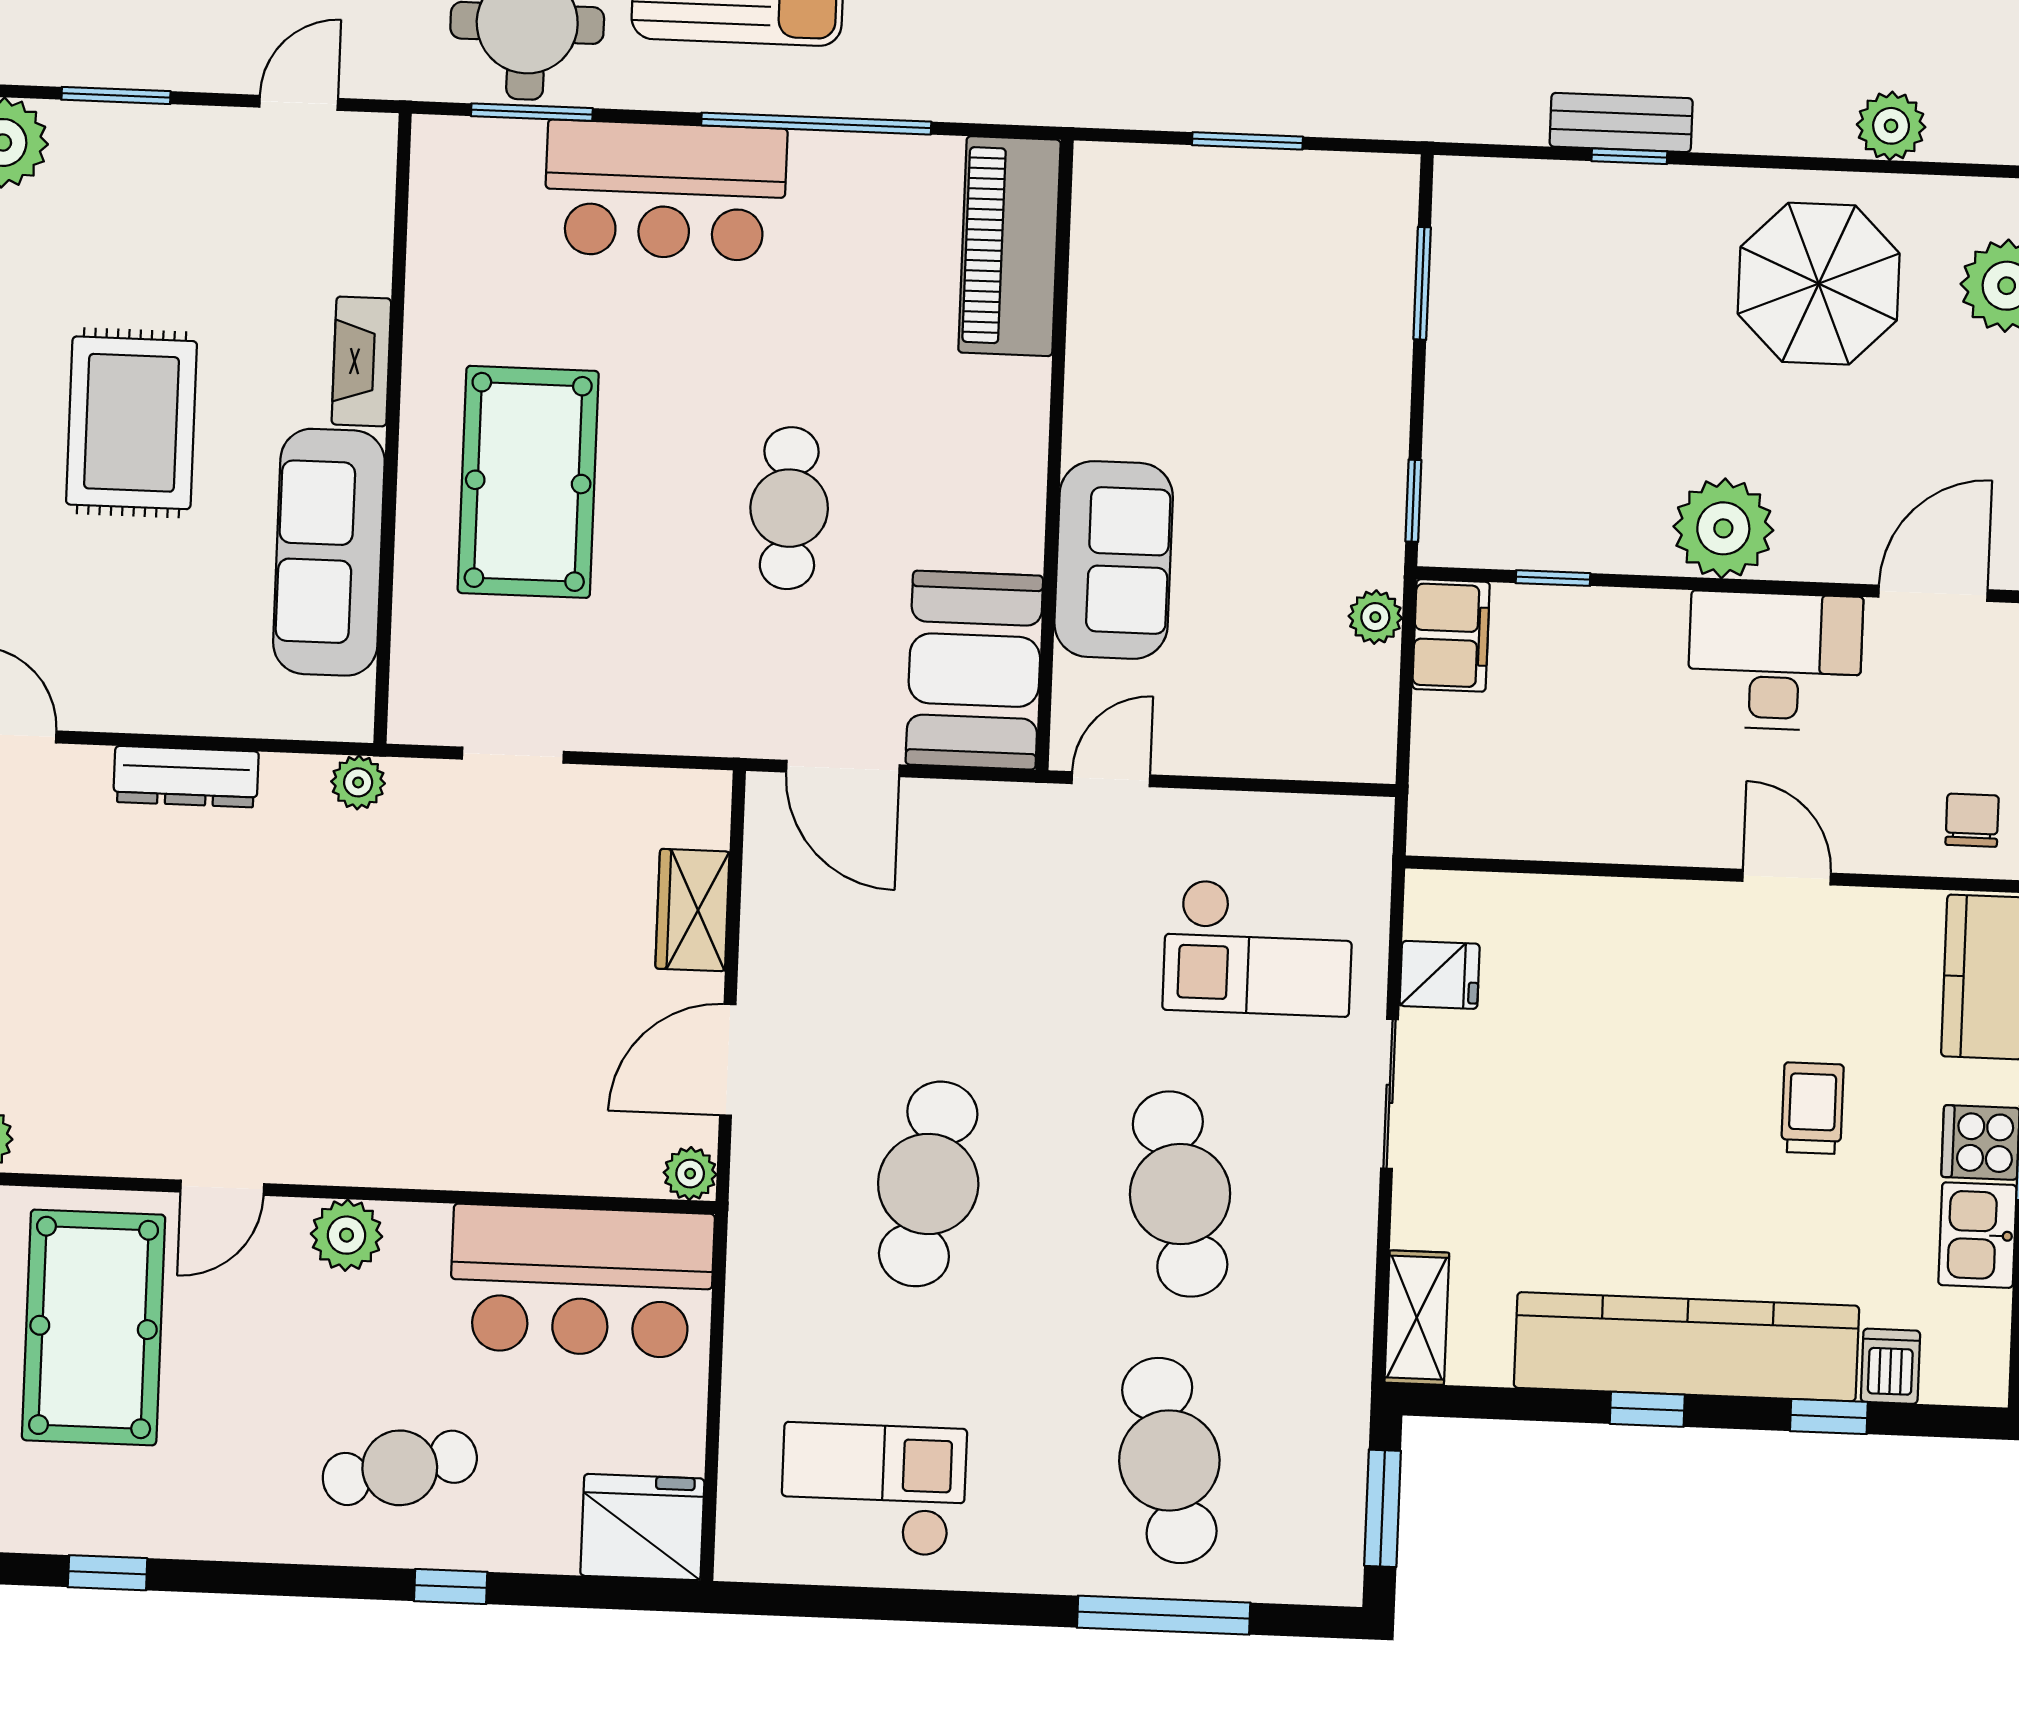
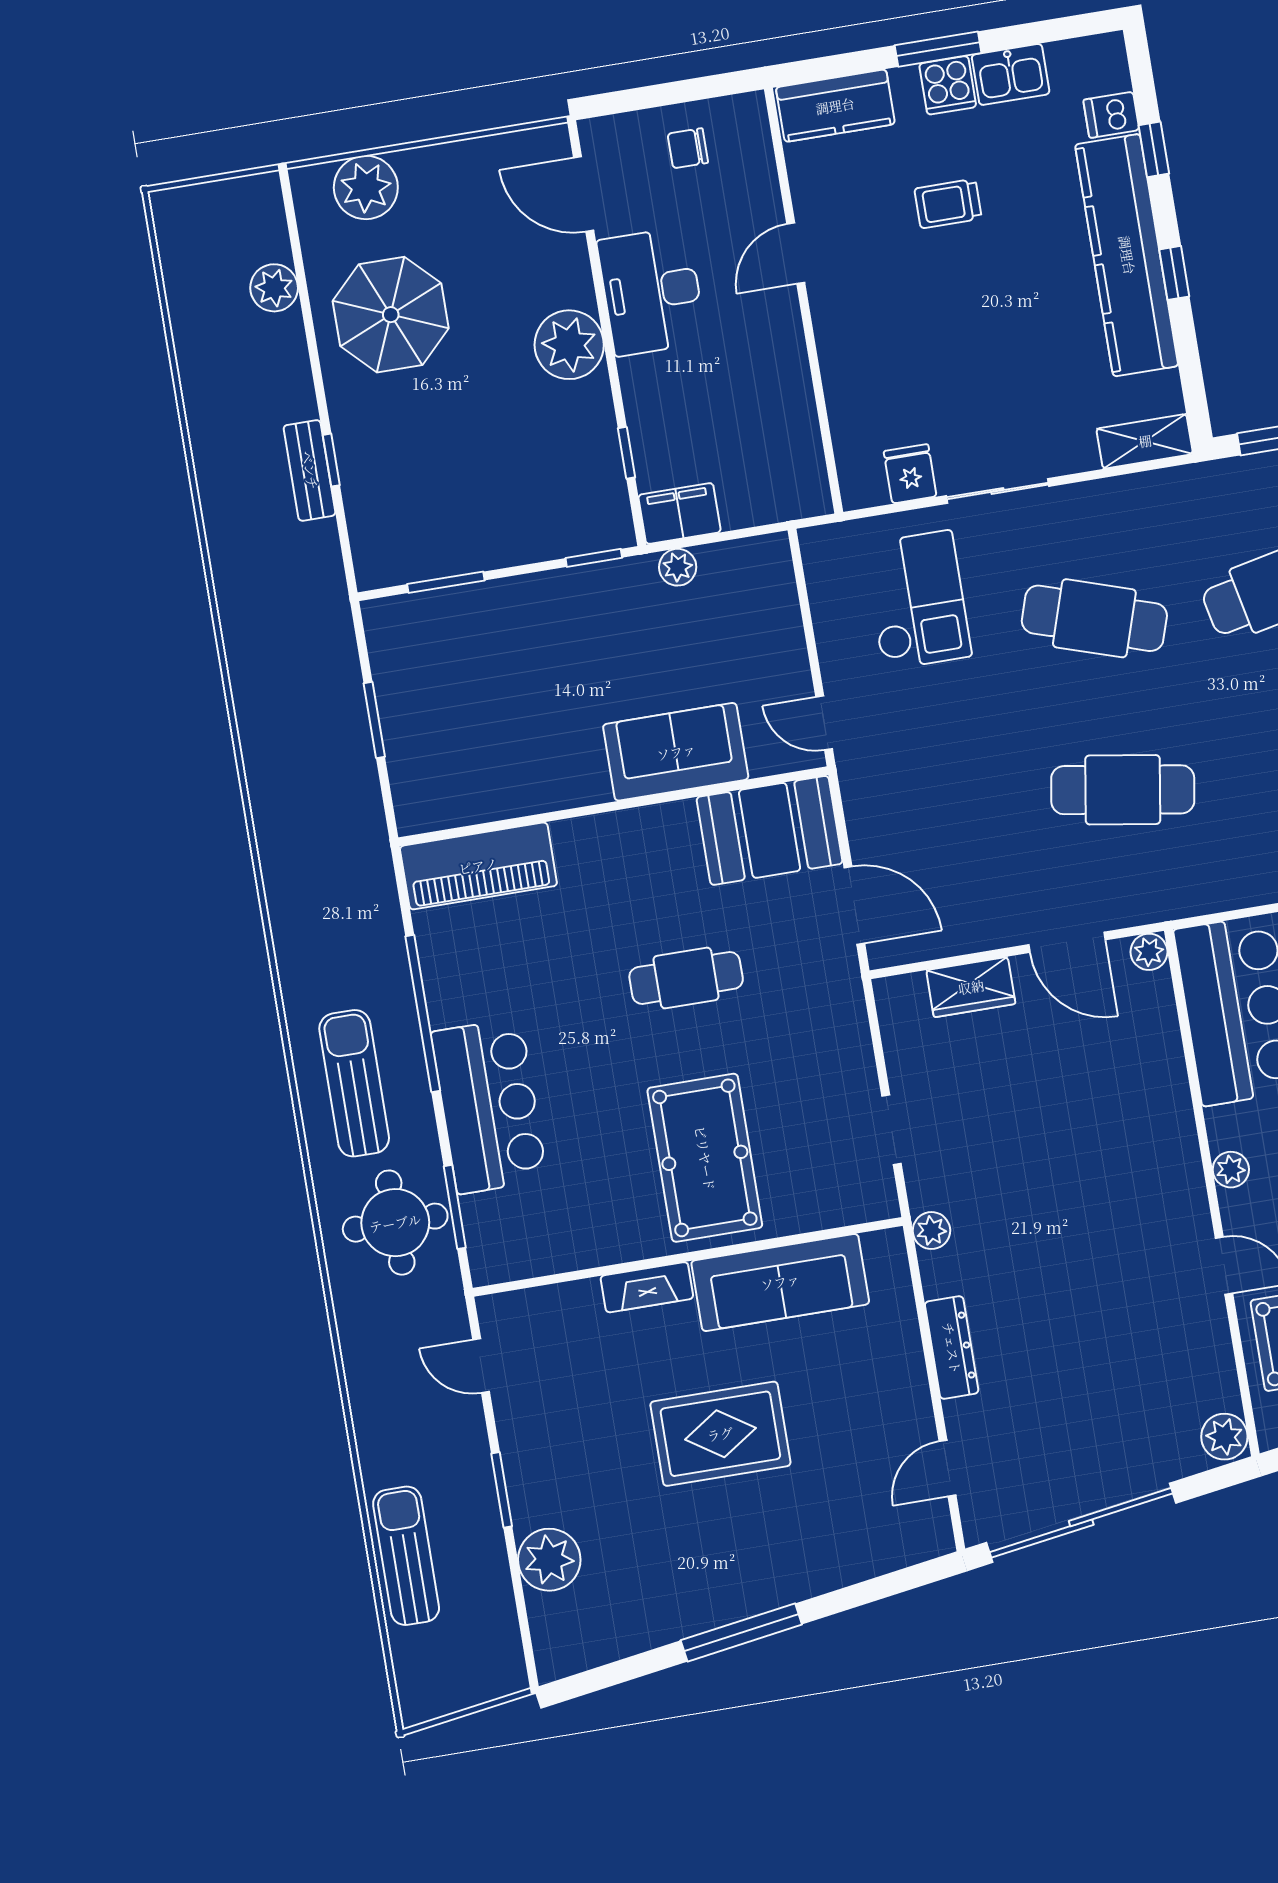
pool table: (528, 482) -> (705, 1158), turned 90
door: (843, 768) -> (854, 905), hinge flipped
chair: (1972, 820) -> (688, 148), moved
cafe table: (1180, 1194) -> (1094, 618), turned 30
plant: (347, 1235) -> (1231, 1170), width x0.73, depth x0.73

